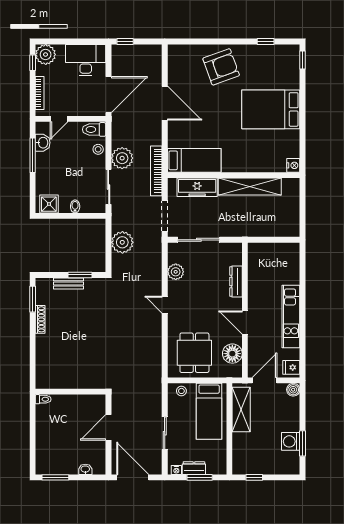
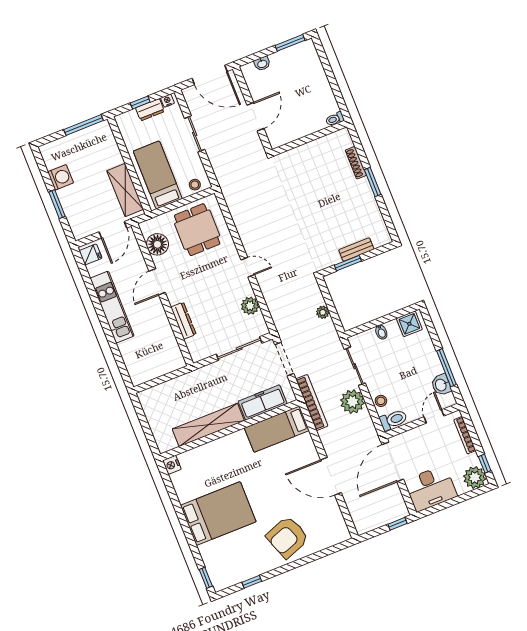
plant: (122, 242) -> (323, 312), width x0.53, depth x0.53
window: (33, 299) -> (373, 182), moved
shoe rack: (40, 319) -> (356, 163), moved
door: (245, 322) -> (157, 282), swing flipped
boiler: (293, 390) -> (79, 232), removed
window: (303, 443) -> (57, 204), moved
window: (200, 477) -> (140, 102), width x0.67
window: (254, 477) -> (84, 125), width x2.17

